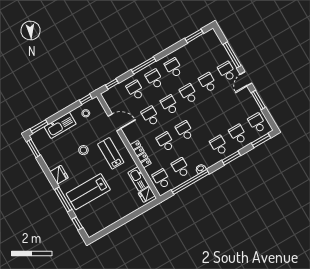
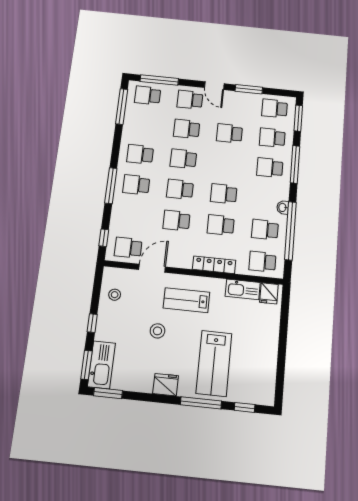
window: (194, 36) -> (122, 106), width x1.44
school desk: (212, 45) -> (148, 95), added
window: (232, 55) -> (159, 80), moved
school desk: (135, 90) -> (128, 248), moved
window: (86, 99) -> (92, 323), moved
school desk: (223, 108) -> (229, 133), added
kitchen sink: (60, 125) -> (101, 365), moved
window: (231, 158) -> (295, 164), width x1.44

